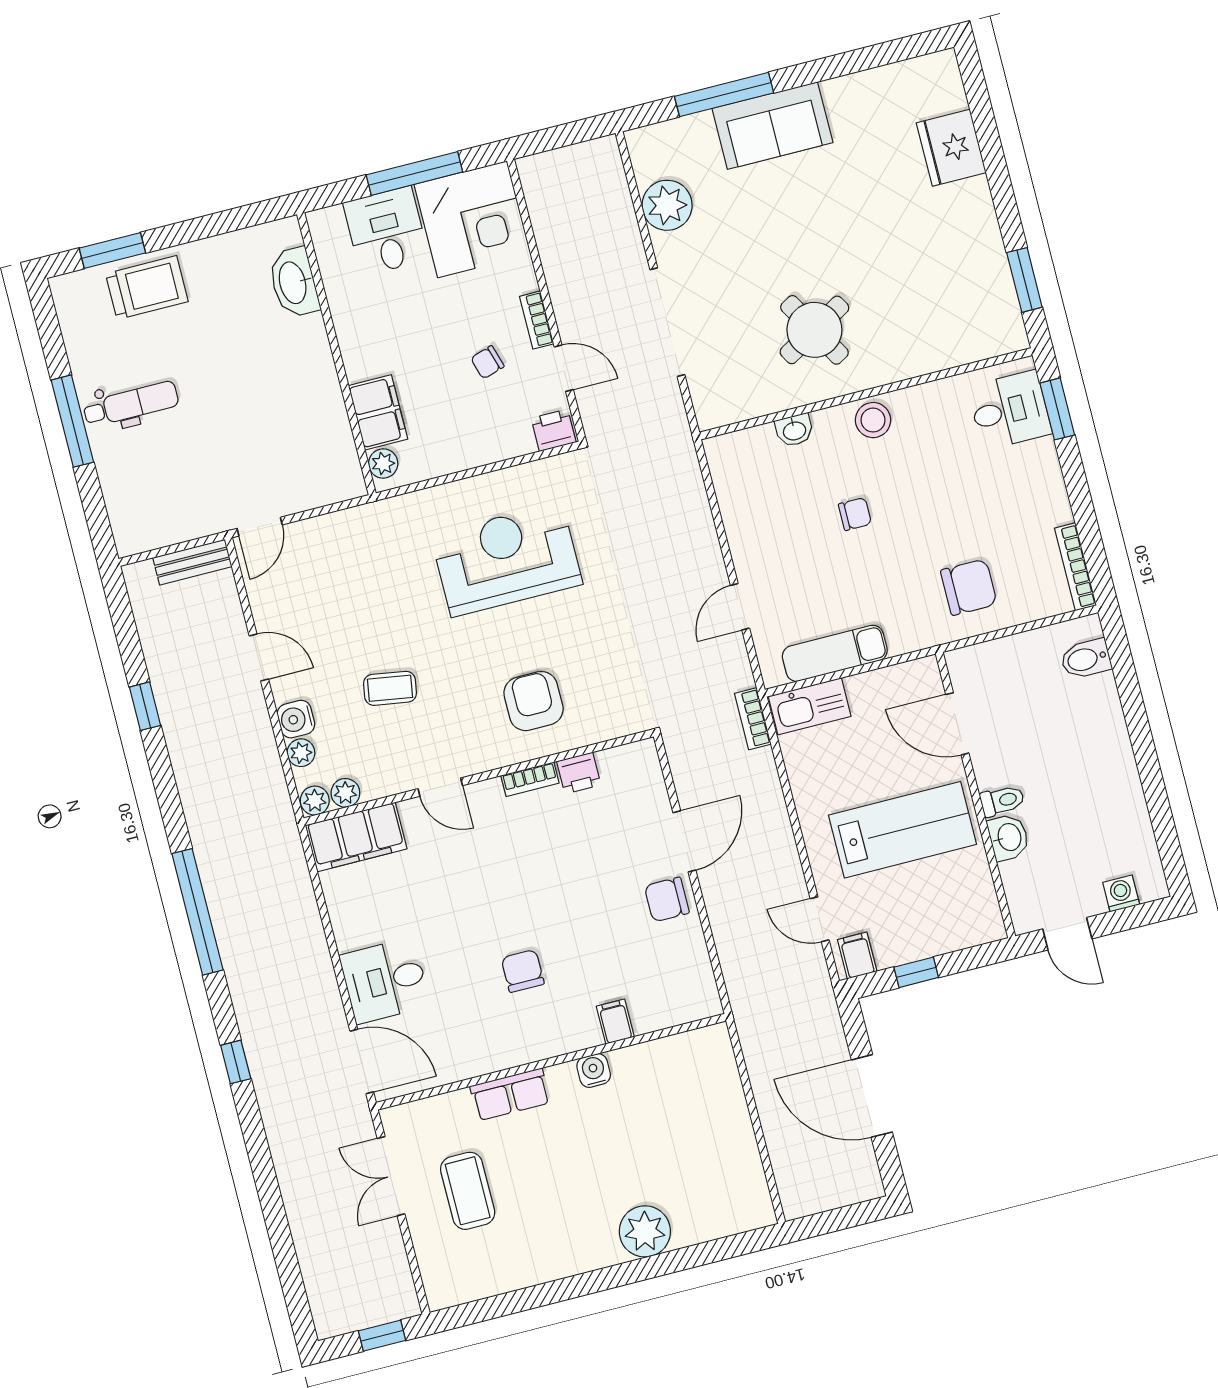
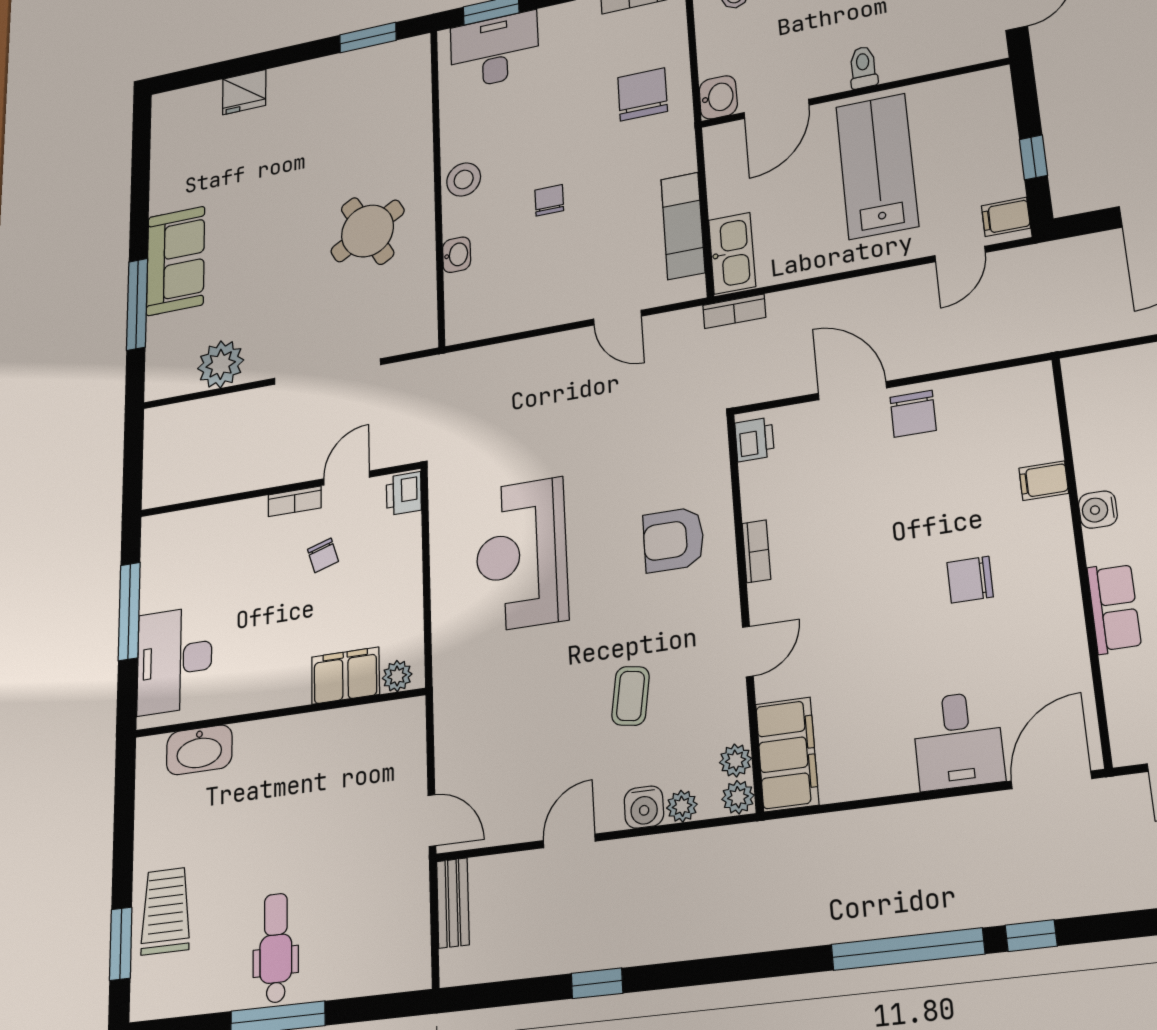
fridge: (951, 148) -> (244, 92), width x0.73, depth x0.75
corner desk: (472, 219) -> (186, 557), removed
desk: (386, 231) -> (174, 660), width x1.37
desk: (1010, 410) -> (494, 50), width x1.37
printer: (579, 773) -> (754, 439), moved
washbasin: (1008, 837) -> (718, 97), moved, turned 90
window: (197, 912) -> (907, 949), moved

